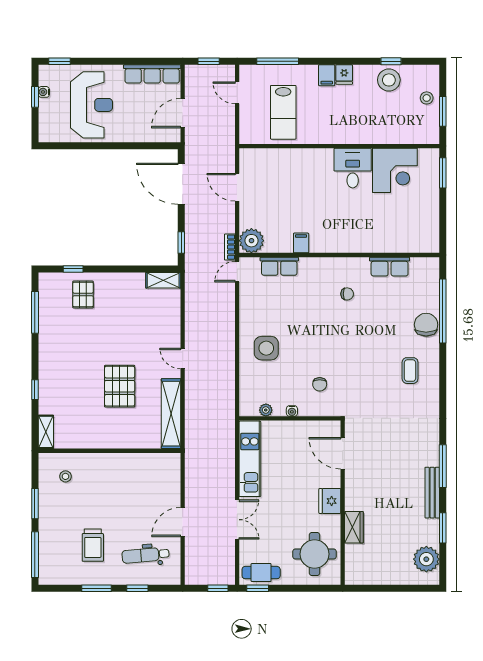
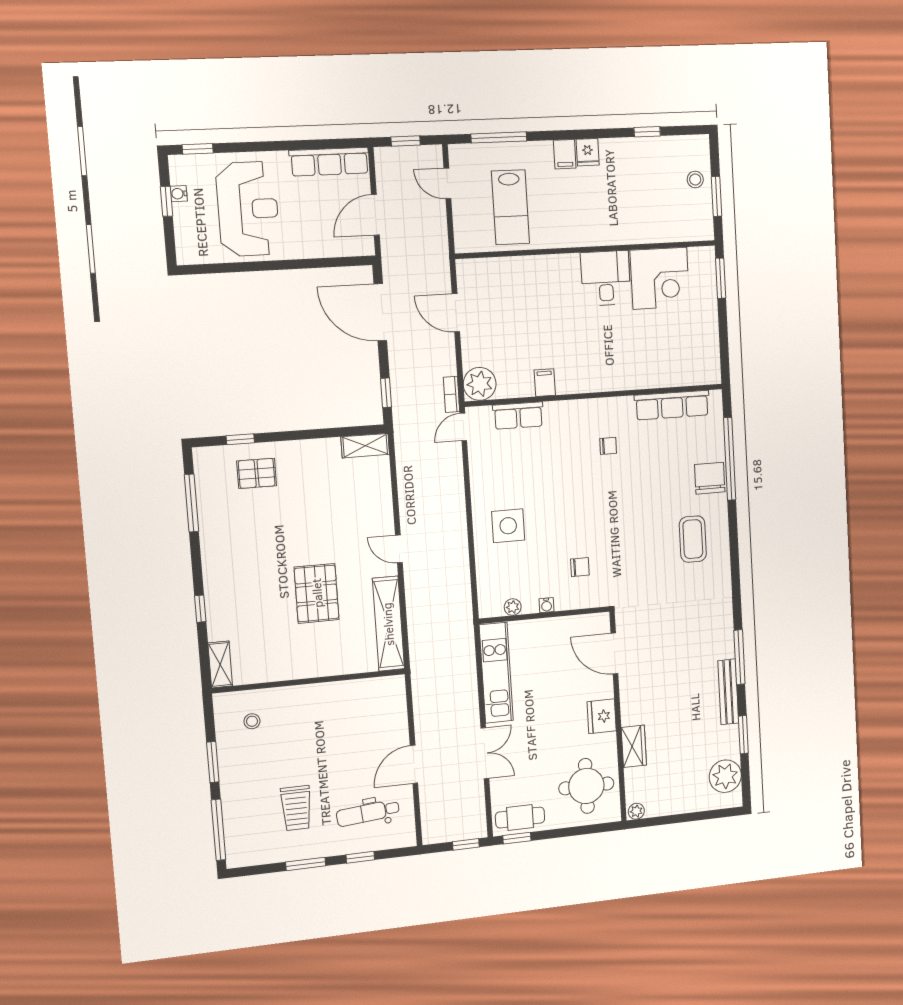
stool: (389, 80) -> (646, 157), removed
row of seats: (390, 267) -> (672, 405), width x1.48
pallet: (83, 294) -> (257, 473), turned 90
coffee table: (410, 371) -> (693, 539), width x1.36, depth x1.30
chair: (320, 384) -> (580, 567), turned -90
plant: (353, 579) -> (636, 811), added

